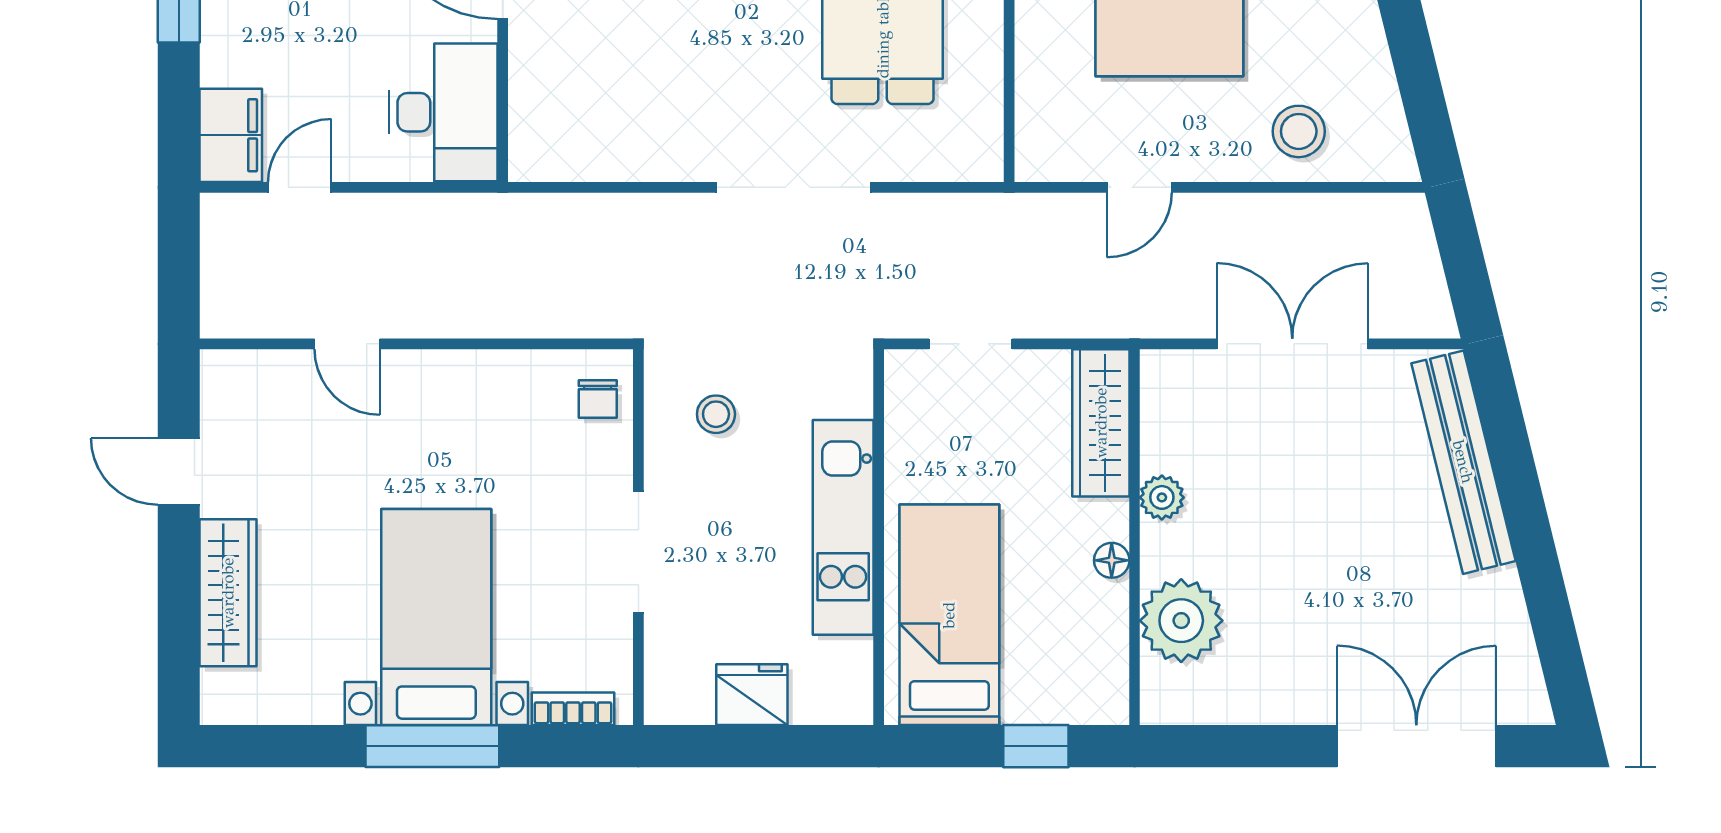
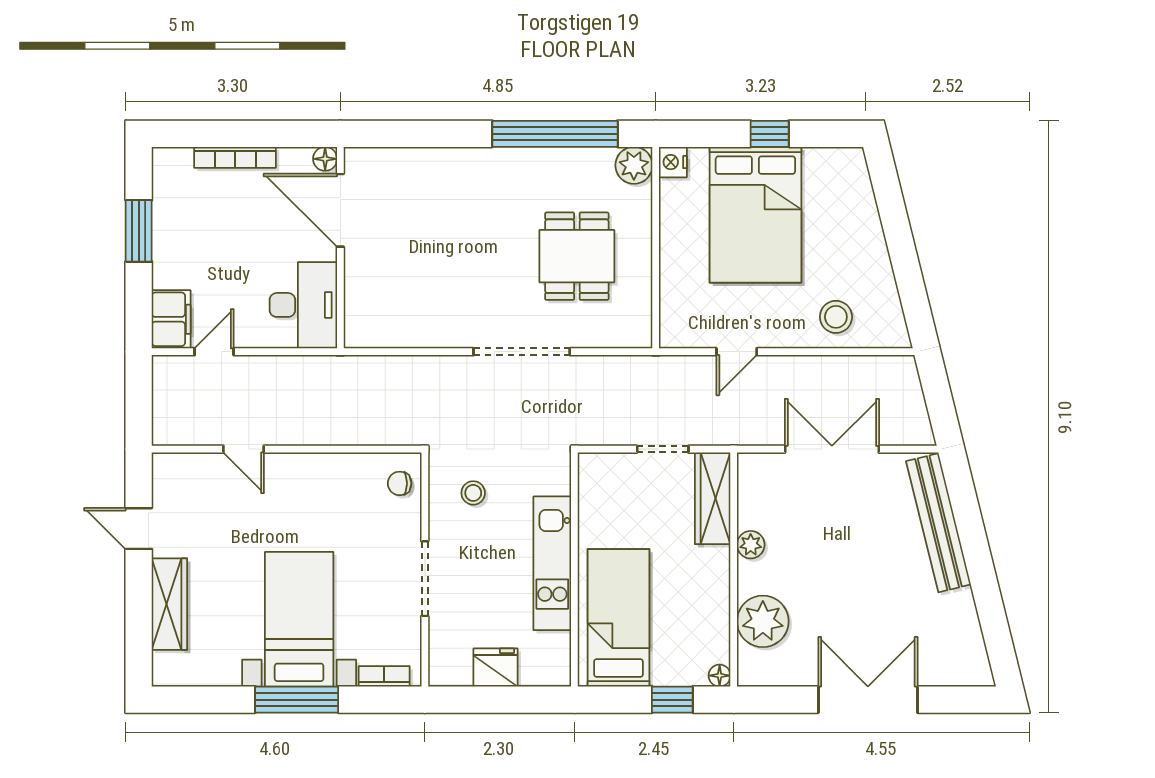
doorway: (971, 344) -> (663, 449), moved
chair: (598, 399) -> (400, 483), turned 90
floor lamp: (1112, 560) -> (720, 676), moved
double door: (1416, 746) -> (868, 700), moved

